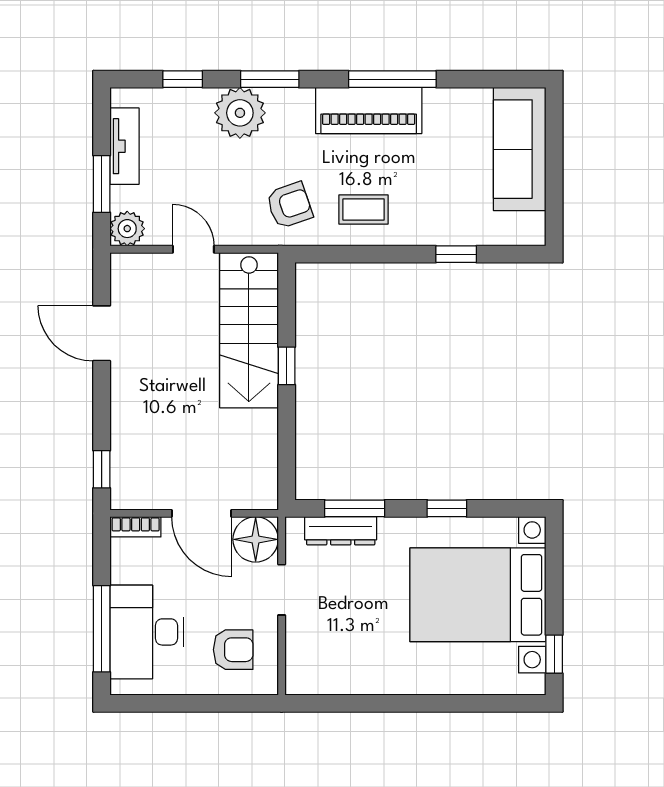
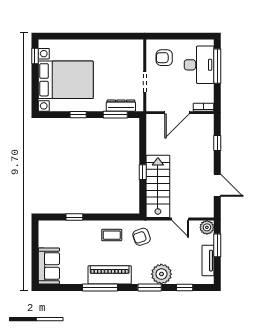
sofa: (520, 149) -> (49, 266), width x0.73
window: (102, 469) -> (217, 143), moved
door: (202, 513) -> (177, 113), swing flipped
floor lamp: (256, 539) -> (155, 102), removed

